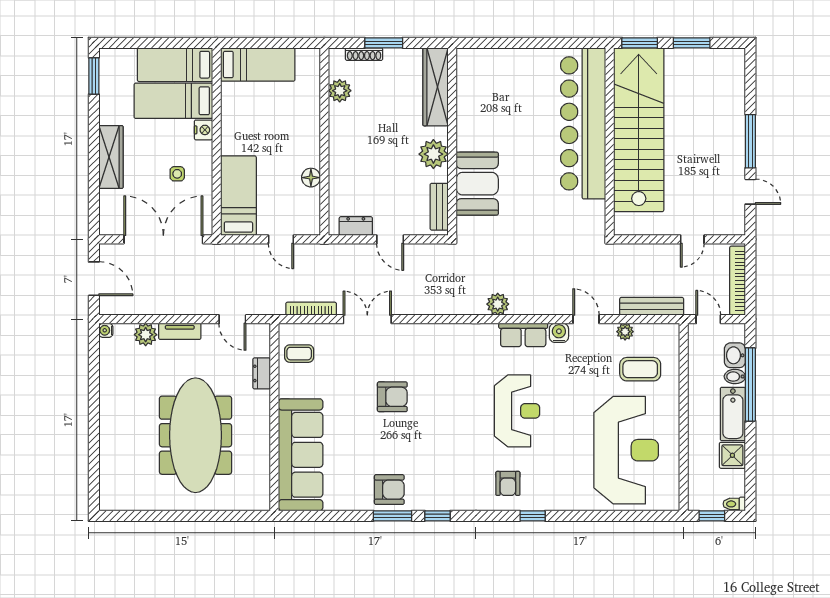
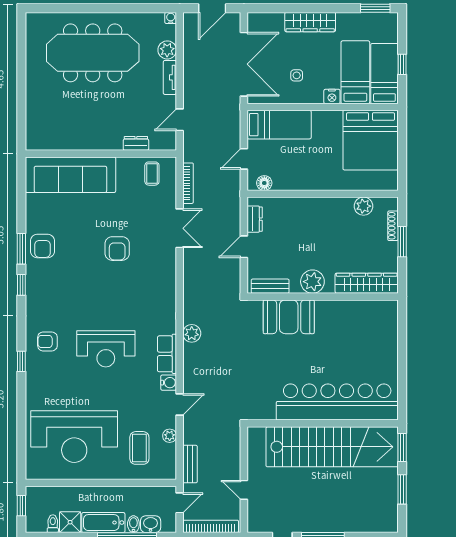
window: (164, 43) -> (402, 64), added
bed: (258, 64) -> (371, 140), width x2.04
floor lamp: (311, 178) -> (264, 183), moved
bench: (652, 306) -> (190, 464), width x0.73
meeting table: (196, 435) -> (93, 53), moved
toilet: (734, 504) -> (53, 524), moved

